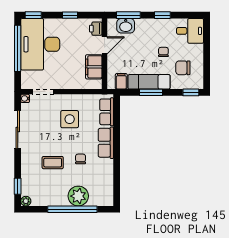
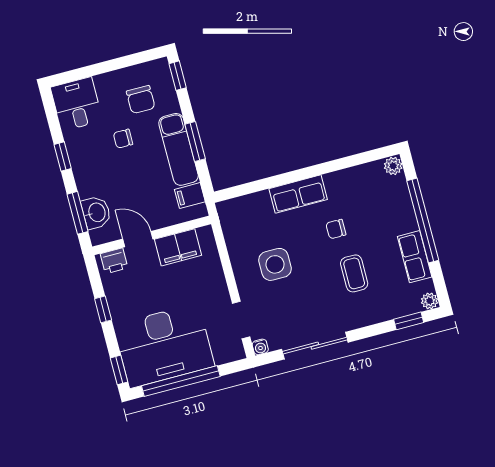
row of seats: (107, 112) -> (415, 257), moved, turned 90
plant: (78, 196) -> (393, 166), moved, width x0.53, depth x0.53

